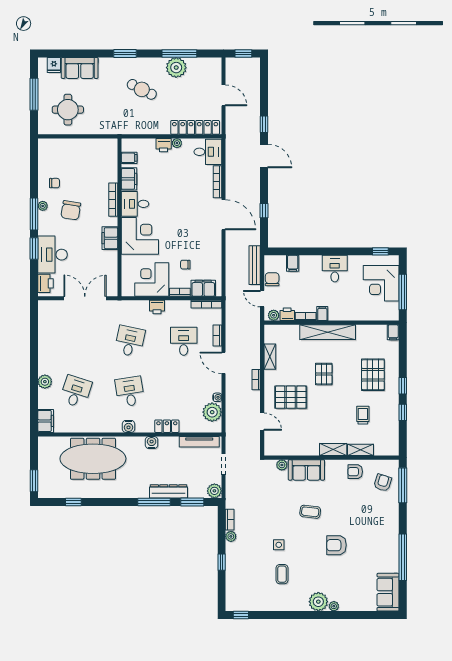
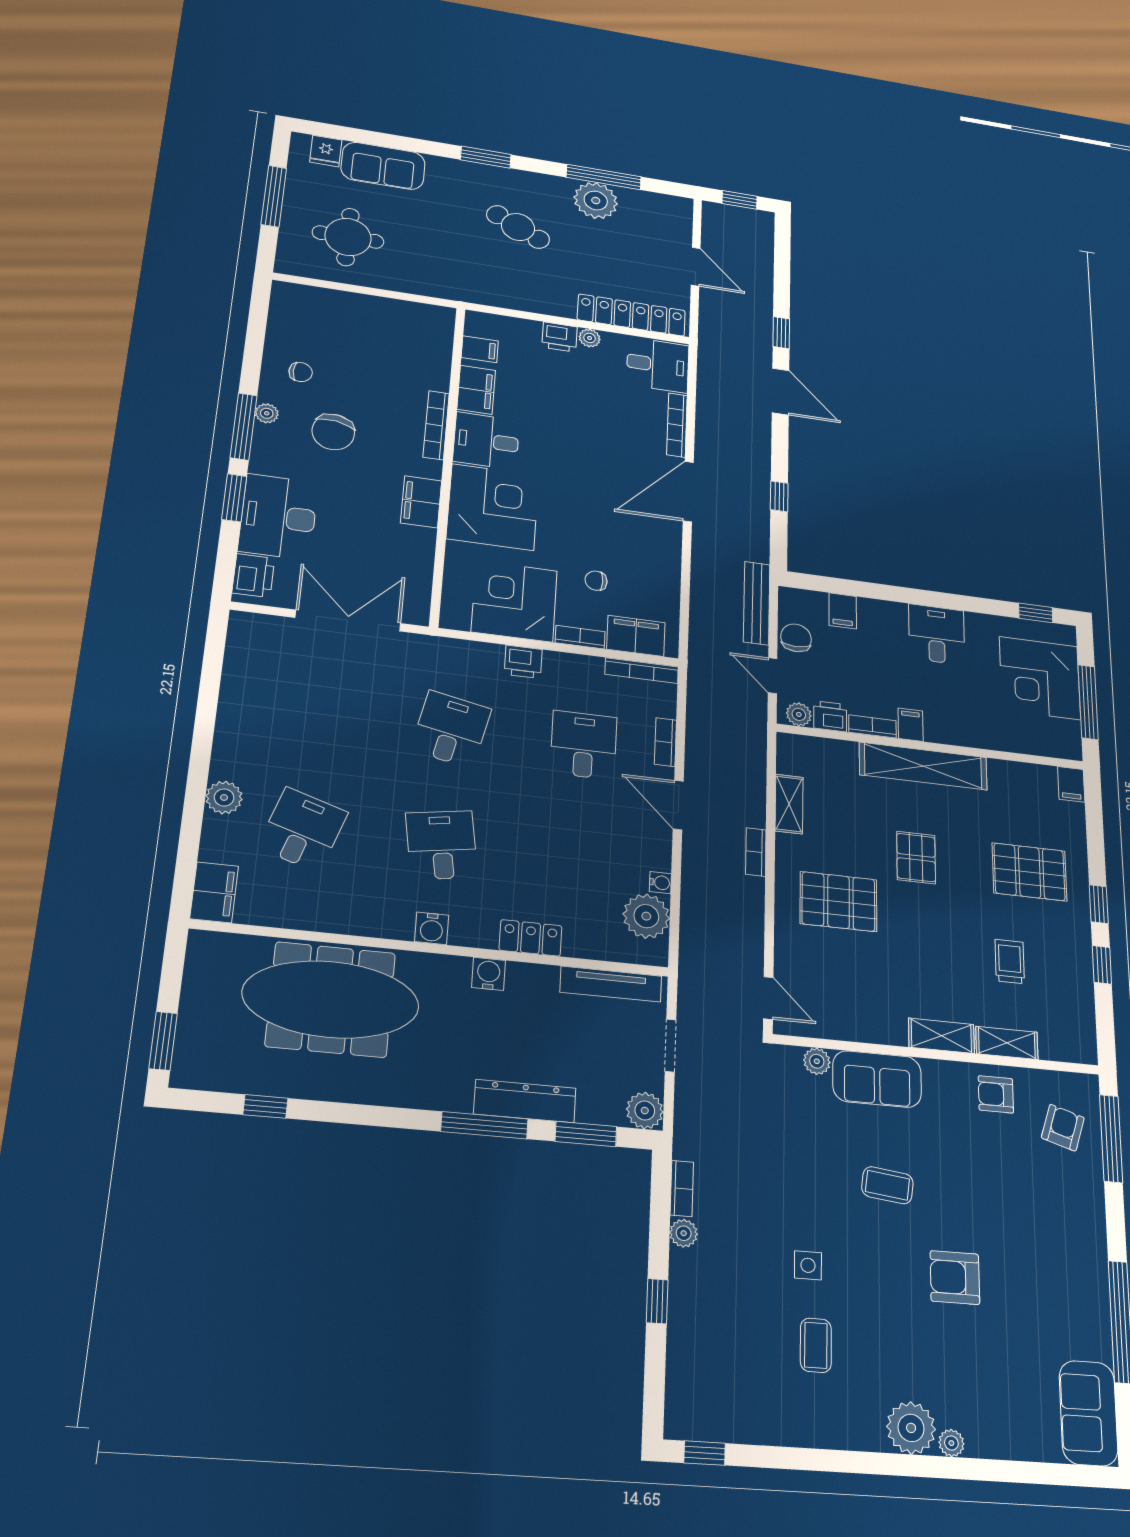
door: (224, 215) -> (688, 492), swing flipped
pallet: (373, 375) -> (1029, 872), turned 90
door: (262, 422) -> (768, 998), moved

